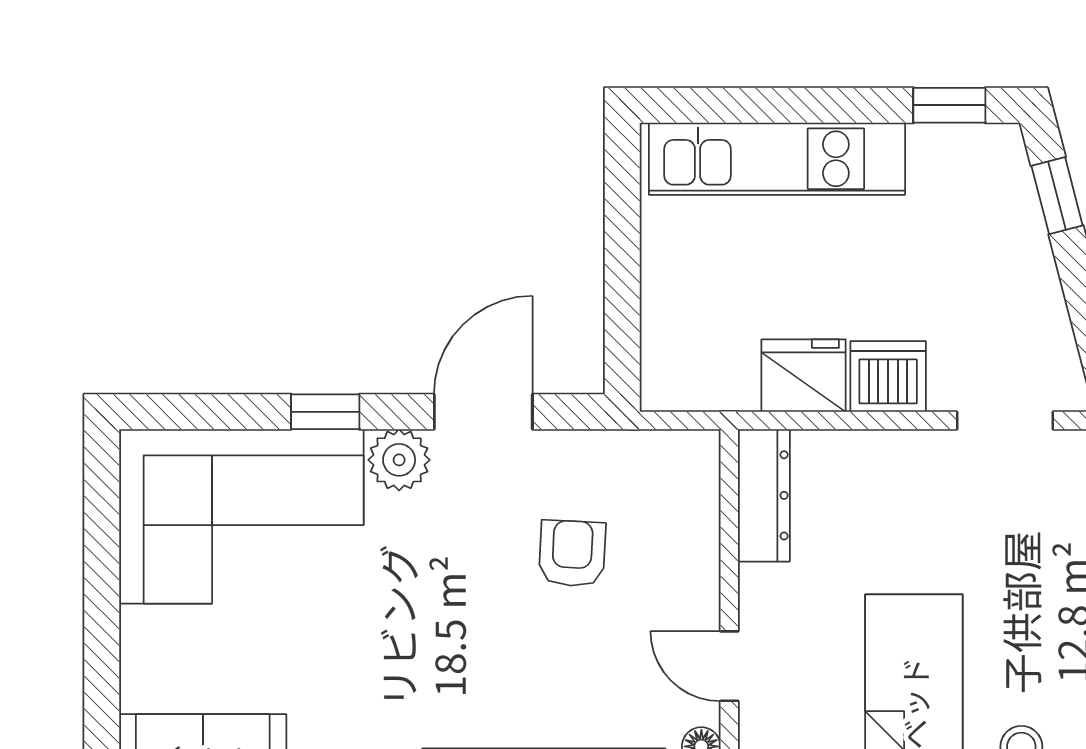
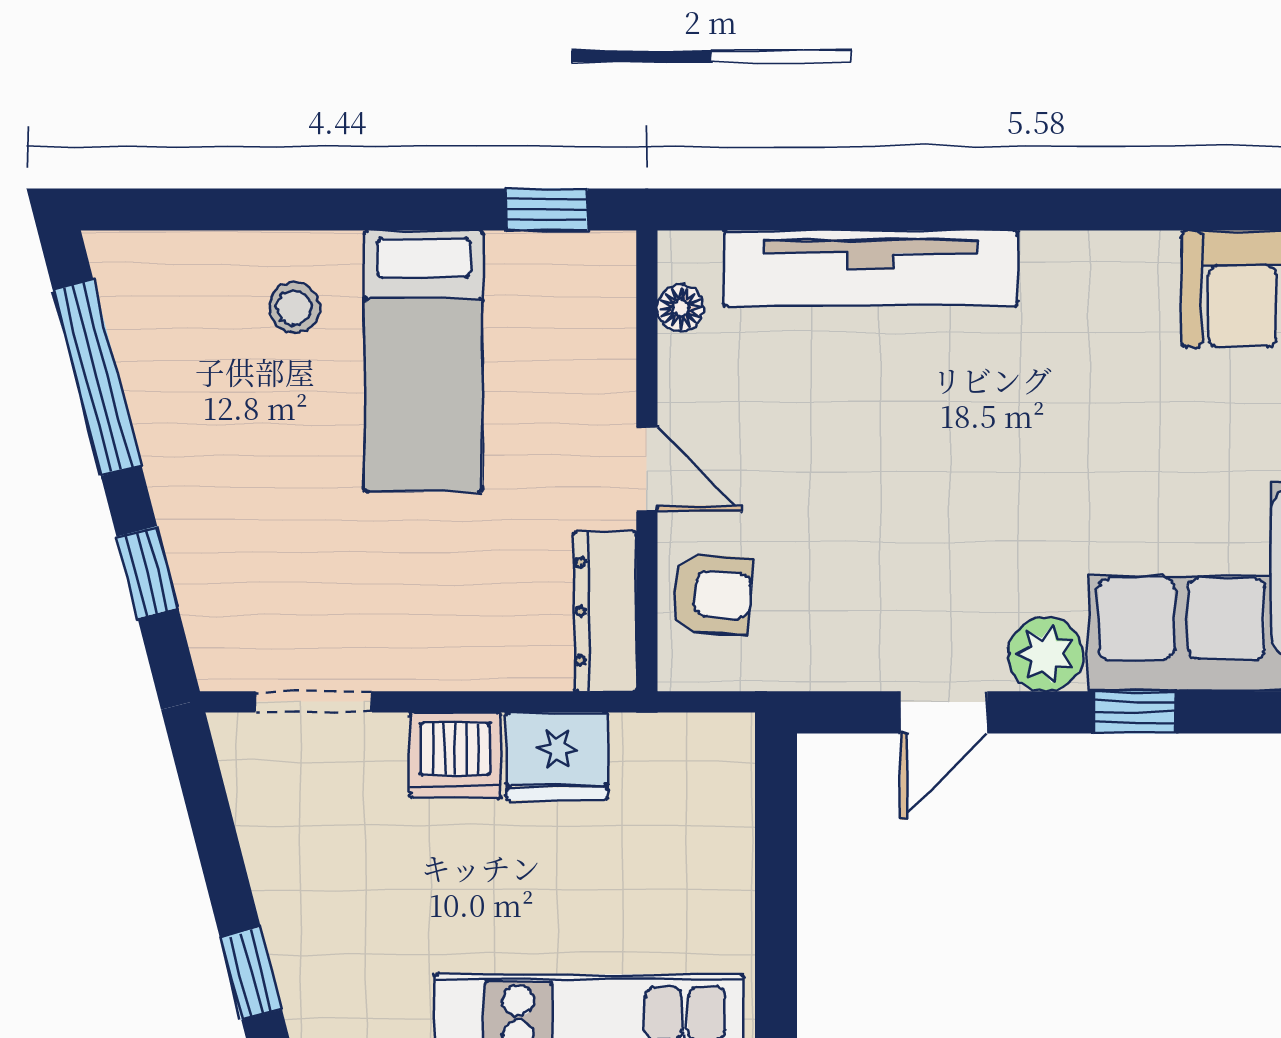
door: (483, 412) -> (944, 712), width x0.73
armchair: (572, 553) -> (712, 594), moved, turned -89
door: (729, 666) -> (647, 470), moved

